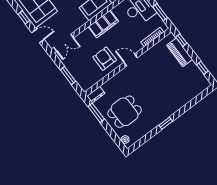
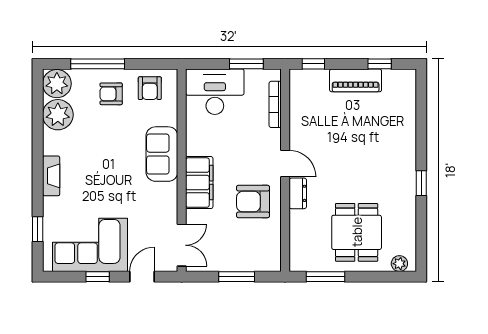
filing cabinet: (103, 24) -> (199, 183), moved
piano: (180, 52) -> (356, 80), moved
door: (131, 60) -> (285, 164), swing flipped
dresser: (96, 95) -> (298, 193), moved

